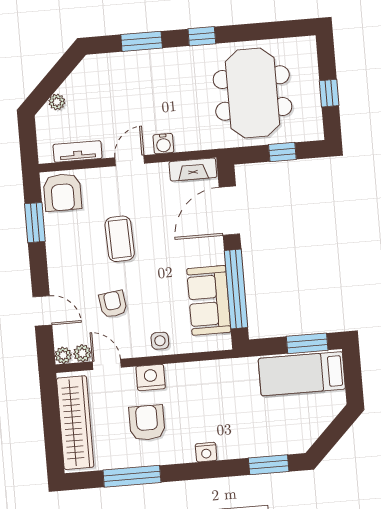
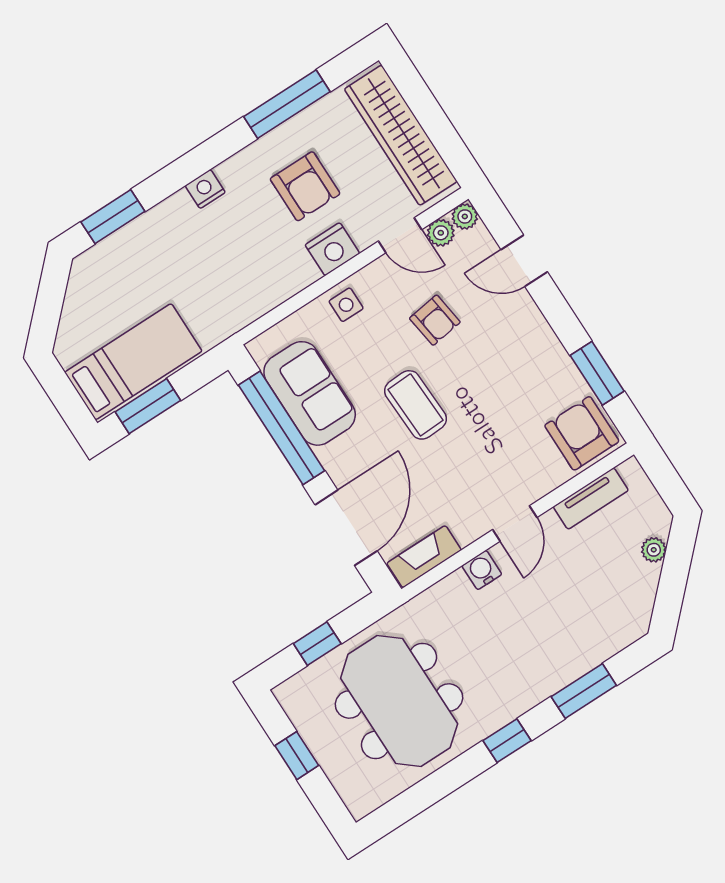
coffee table: (120, 239) -> (415, 405), moved

